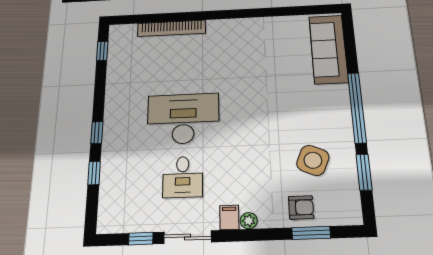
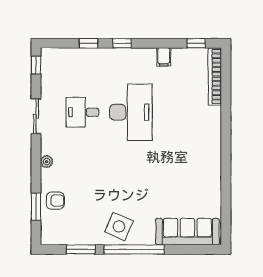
bookcase: (171, 28) -> (215, 77), moved
side table: (313, 160) -> (119, 226), moved
armchair: (301, 207) -> (55, 201), turned -90
filing cabinet: (229, 217) -> (164, 57), moved, turned 90
window: (141, 239) -> (36, 65), moved

